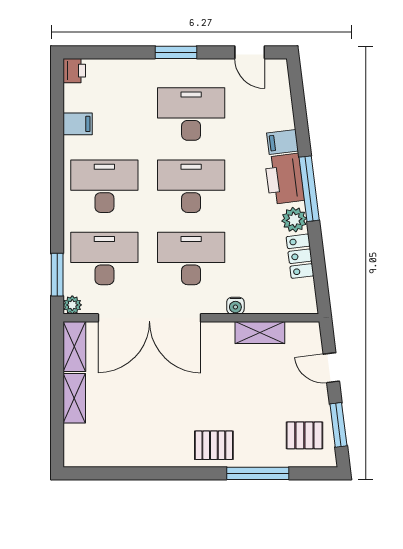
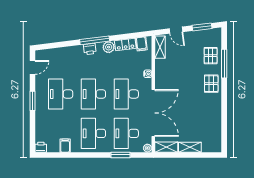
filing cabinet: (283, 142) -> (141, 44), moved
printer: (285, 179) -> (90, 49), width x0.53, depth x0.68
window: (57, 275) -> (121, 155), moved
shelving: (260, 333) -> (160, 47), moved
door: (331, 368) -> (176, 30), hinge flipped
pallet: (304, 435) -> (211, 56), moved

